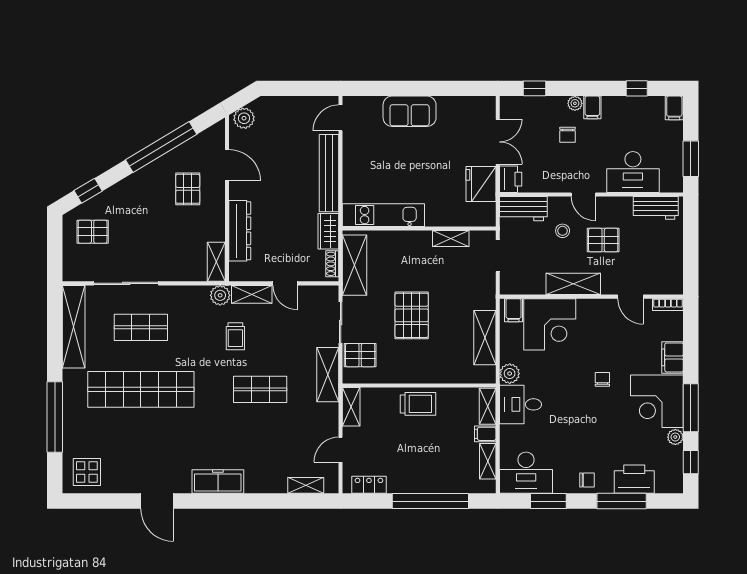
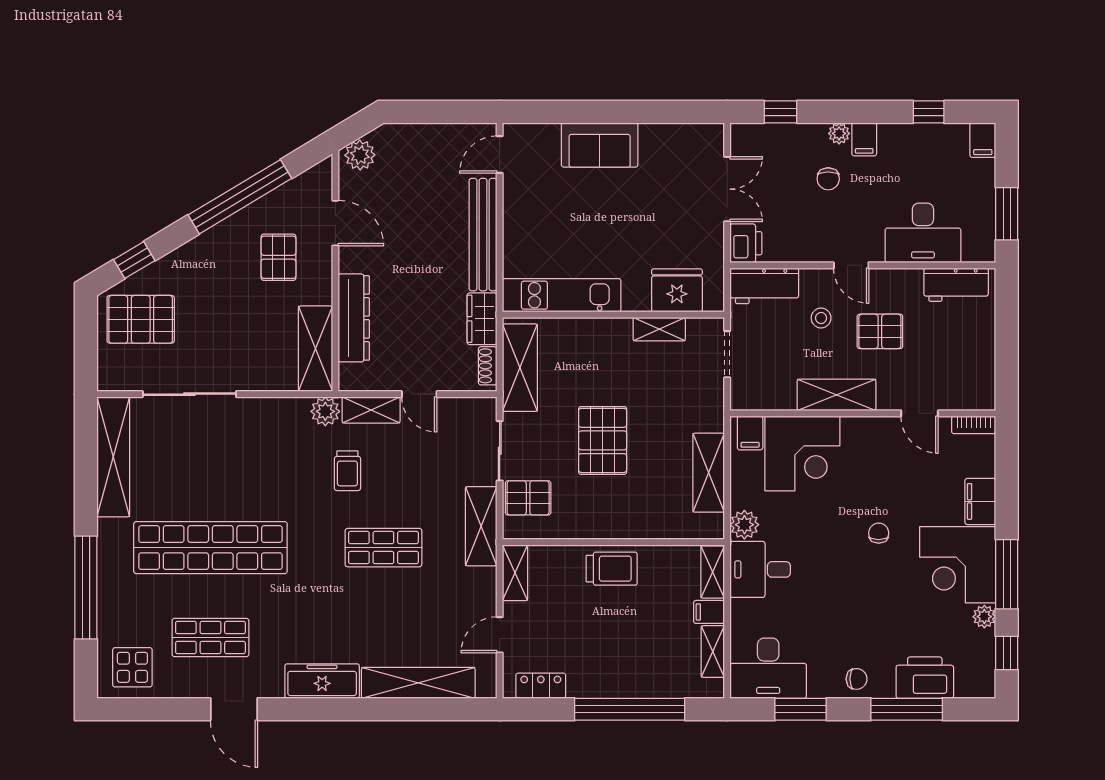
fridge: (481, 184) -> (677, 290), moved, turned 90
pallet: (93, 232) -> (141, 319), width x1.50, depth x1.42
shelving: (216, 262) -> (315, 349), width x1.50, depth x1.33
shop shelf: (141, 327) -> (210, 638), moved
shelving: (306, 485) -> (418, 683), width x2.20, depth x1.33

